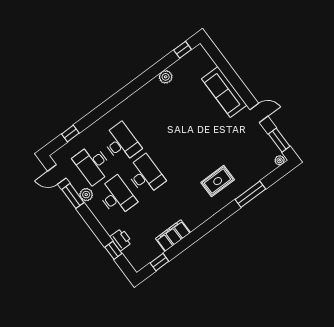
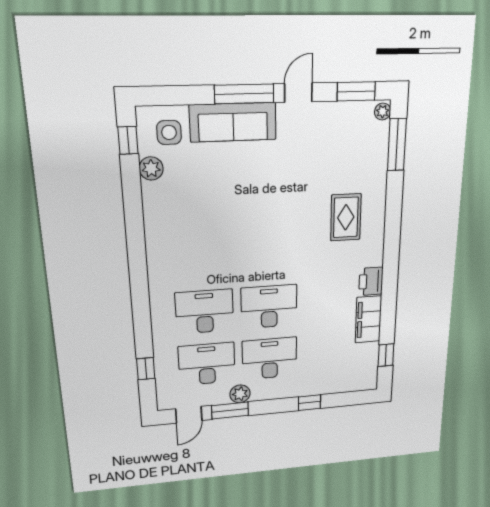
side table: (199, 66) -> (169, 132), added
plant: (166, 77) -> (151, 168), moved
window: (240, 88) -> (244, 94), added
desk: (93, 164) -> (207, 364), turned 180
window: (250, 194) -> (397, 145), moved
printer: (121, 240) -> (371, 281), moved, turned -90
window: (113, 250) -> (309, 403), moved

